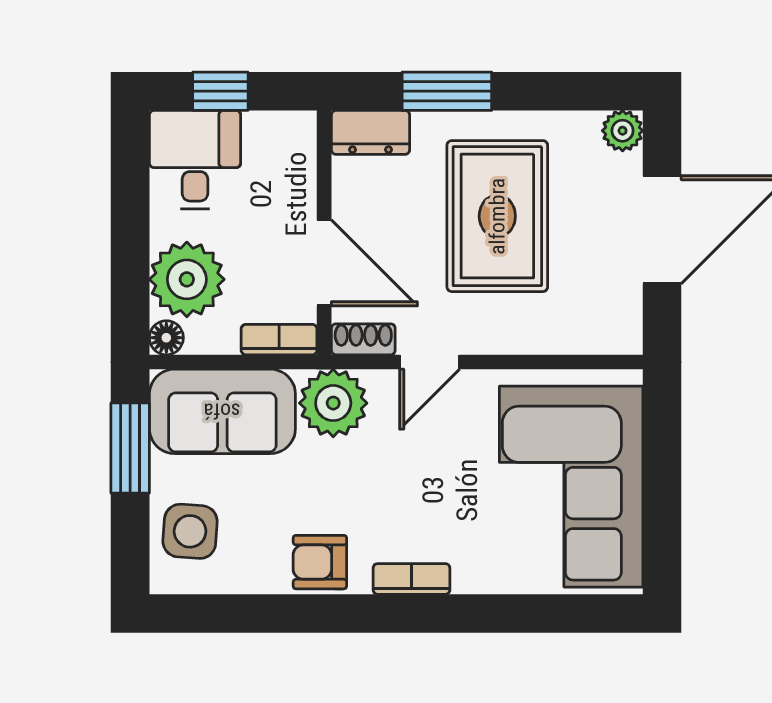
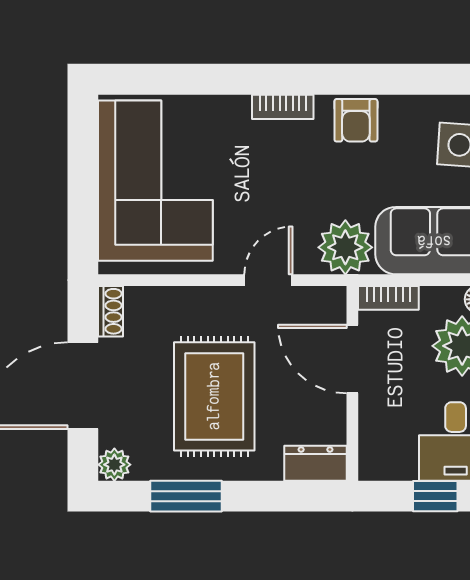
window: (447, 91) -> (186, 496), moved
shoe rack: (363, 339) -> (111, 311), moved, turned -90
armchair: (320, 562) -> (356, 120), turned 90

